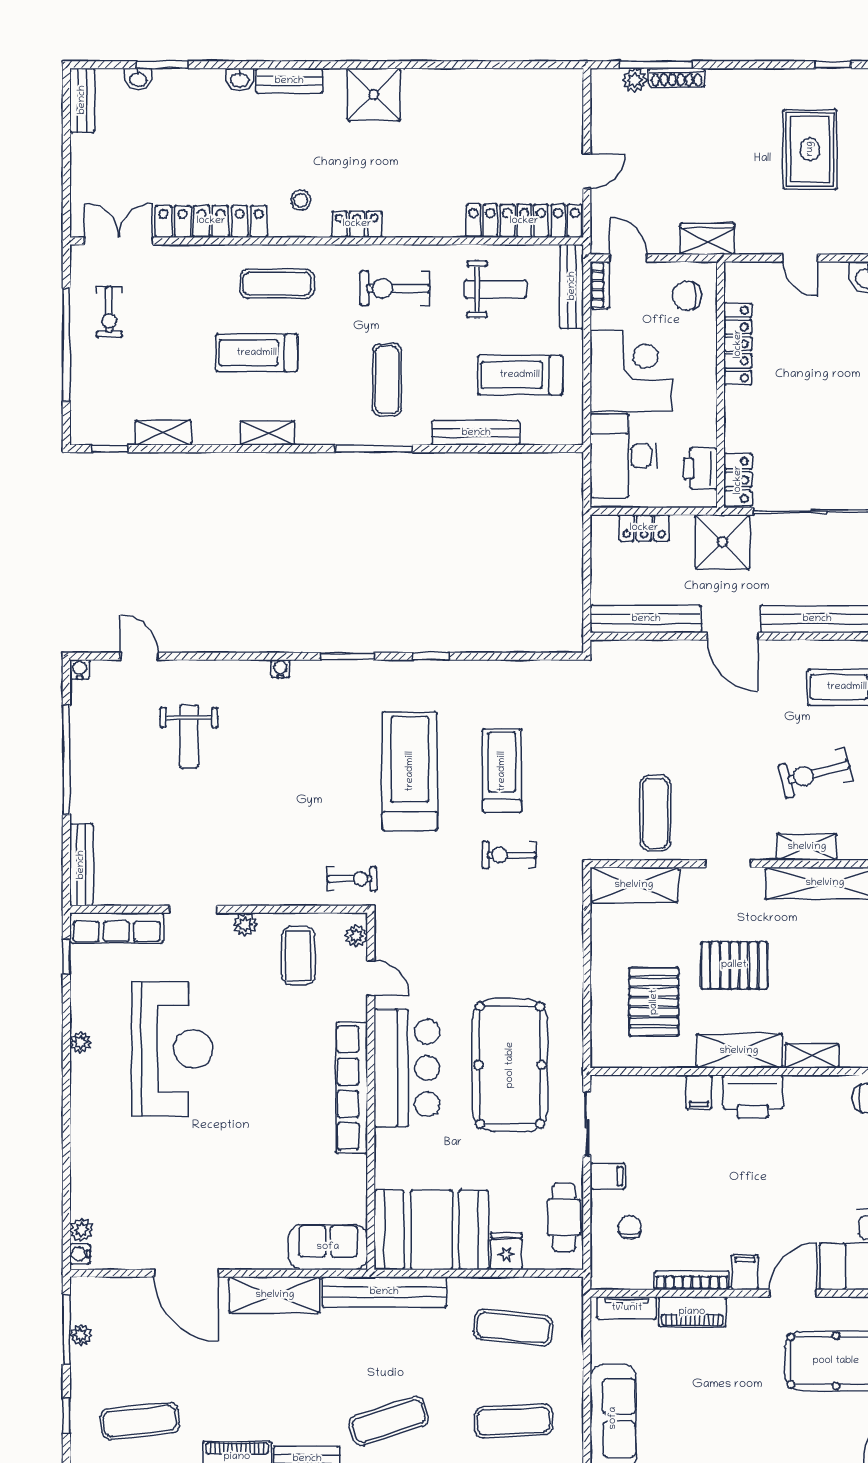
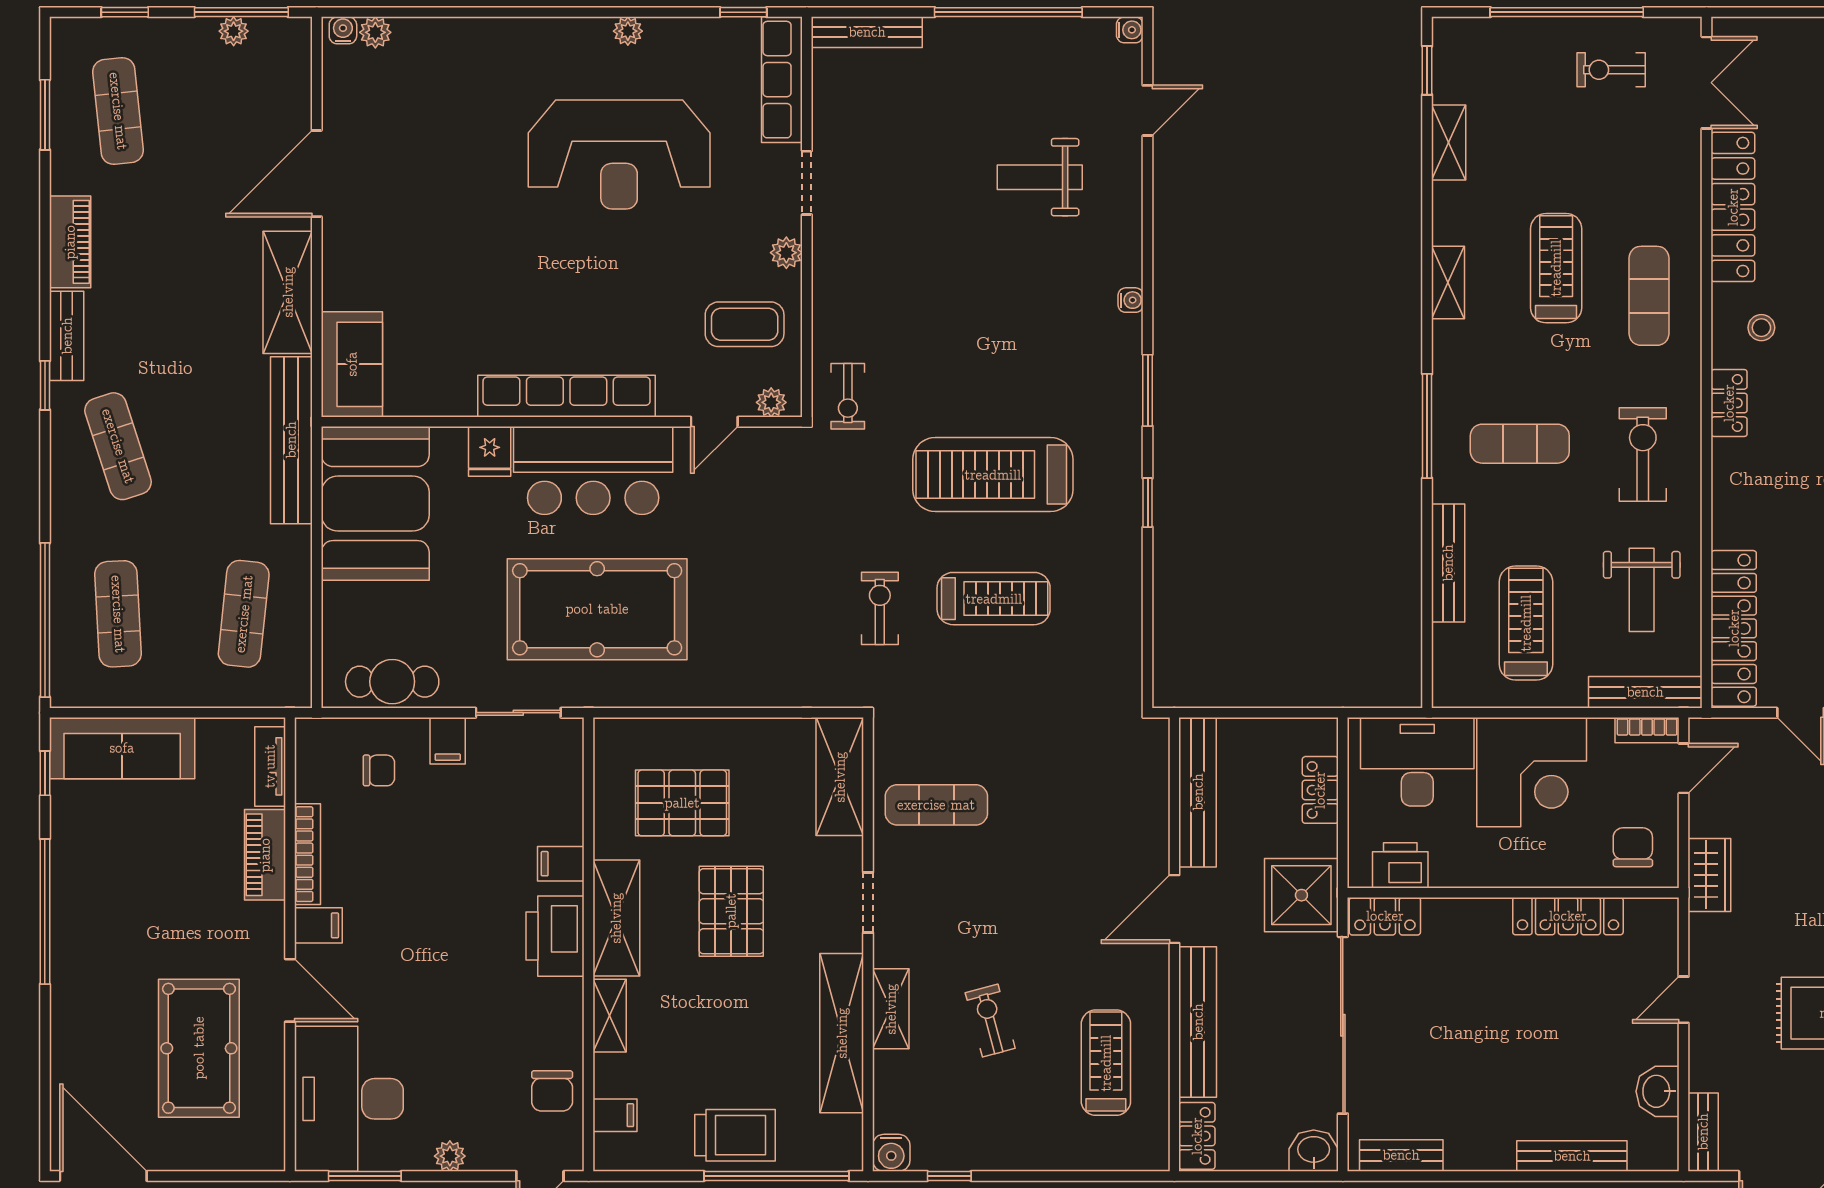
treadmill: (410, 771) -> (993, 475), turned 180
exercise bike: (815, 773) -> (990, 1021), width x0.73, depth x0.72
fridge: (506, 1251) -> (490, 451), moved, turned 90

